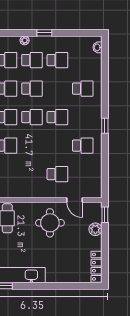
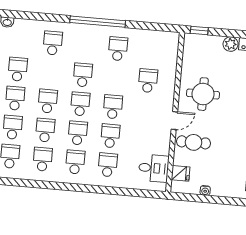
window: (105, 126) -> (98, 22), width x3.17
school desk: (32, 146) -> (113, 107), added
door: (74, 200) -> (174, 121), moved
plant: (95, 229) -> (231, 44), moved

